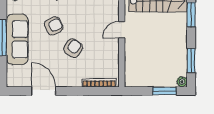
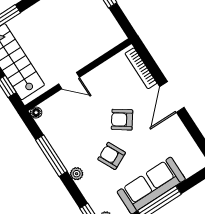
door: (44, 91) -> (172, 97), moved

